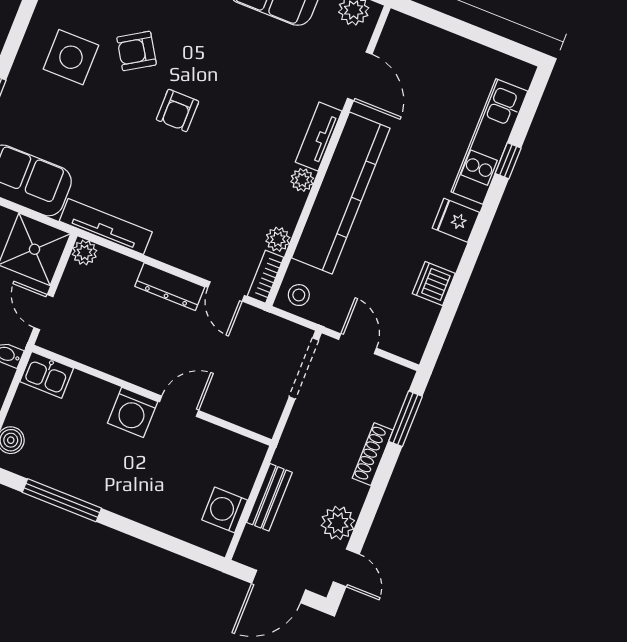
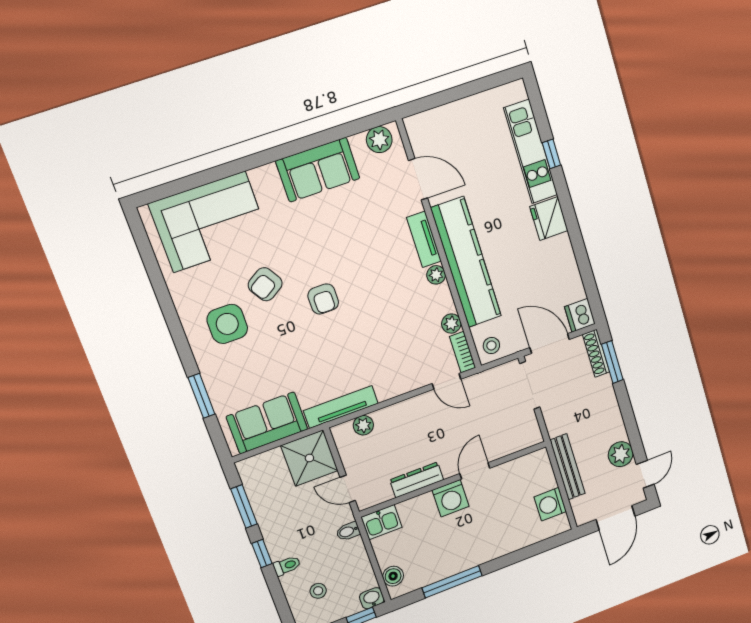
fridge: (456, 220) -> (549, 219), width x1.38
plant: (85, 252) -> (363, 425), moved
dishwasher: (434, 283) -> (580, 315), moved
dresser: (170, 287) -> (417, 480), moved, turned 180
door: (358, 344) -> (550, 343), width x1.38
shoe rack: (373, 454) -> (596, 353), moved
bench: (269, 497) -> (568, 467), width x1.36
door: (346, 568) -> (645, 474), hinge flipped

